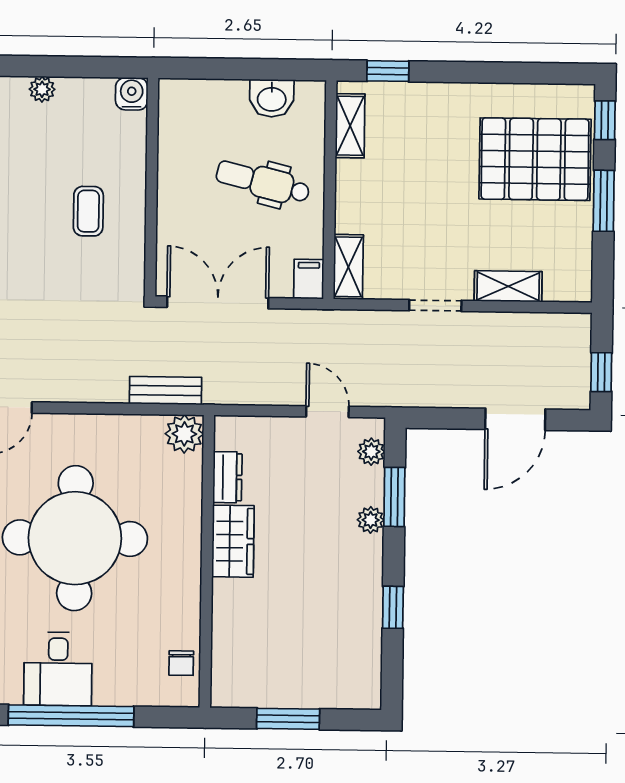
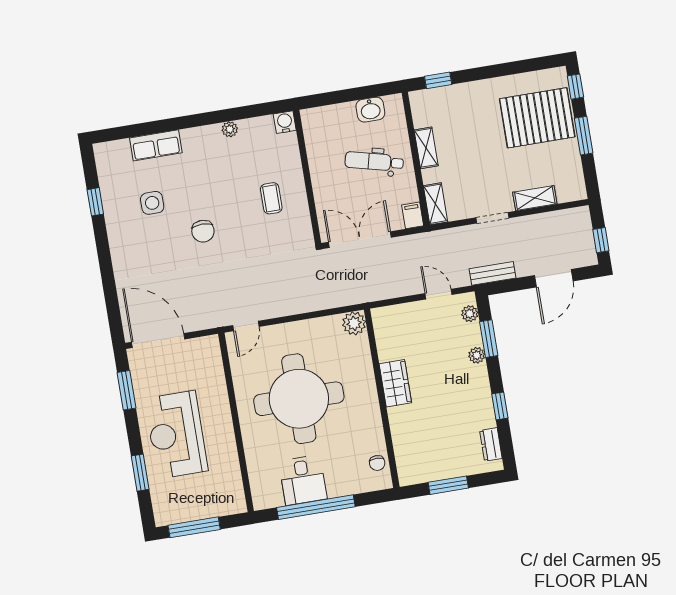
shelving: (350, 126) -> (426, 148), moved
bench: (166, 391) -> (493, 273), moved
dresser: (227, 477) -> (491, 444), moved, turned 180

